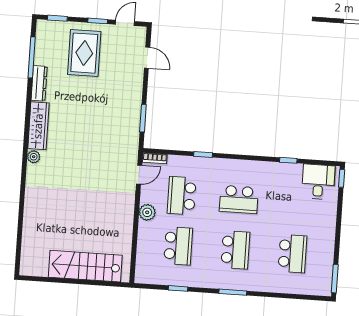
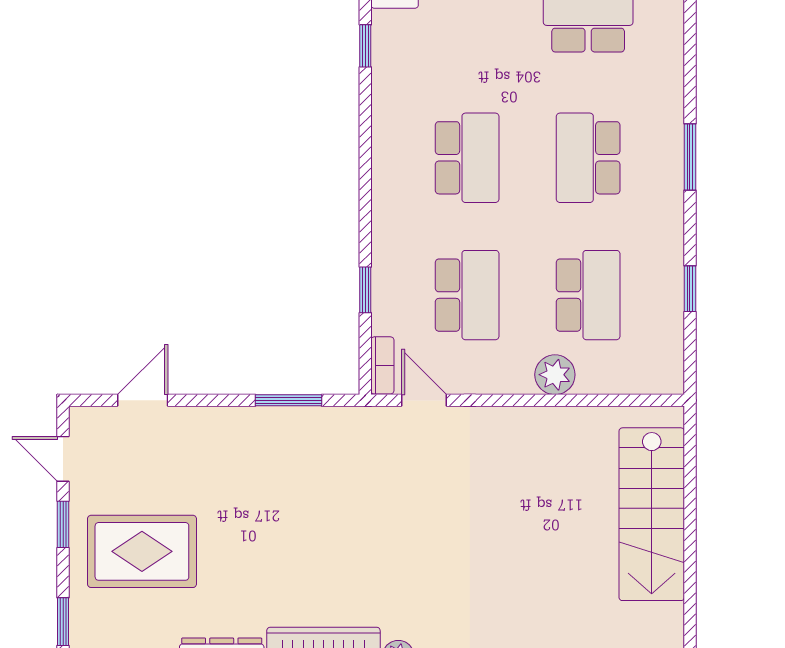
window: (203, 154) -> (365, 290), moved
school desk: (182, 196) -> (467, 295), turned -90
plant: (147, 212) -> (555, 375), moved
school desk: (178, 246) -> (588, 295), turned 90
school desk: (235, 250) -> (588, 158), turned -90

